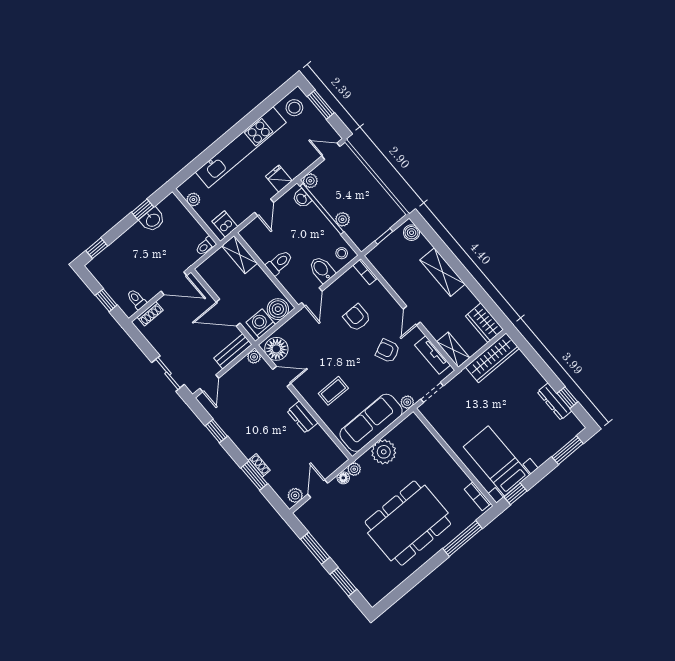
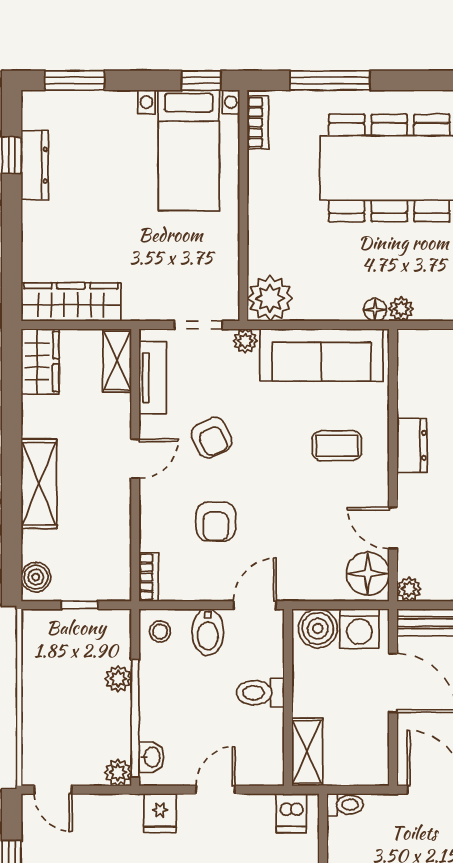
plant: (384, 452) -> (270, 298), moved
floor lamp: (343, 478) -> (375, 310), moved

